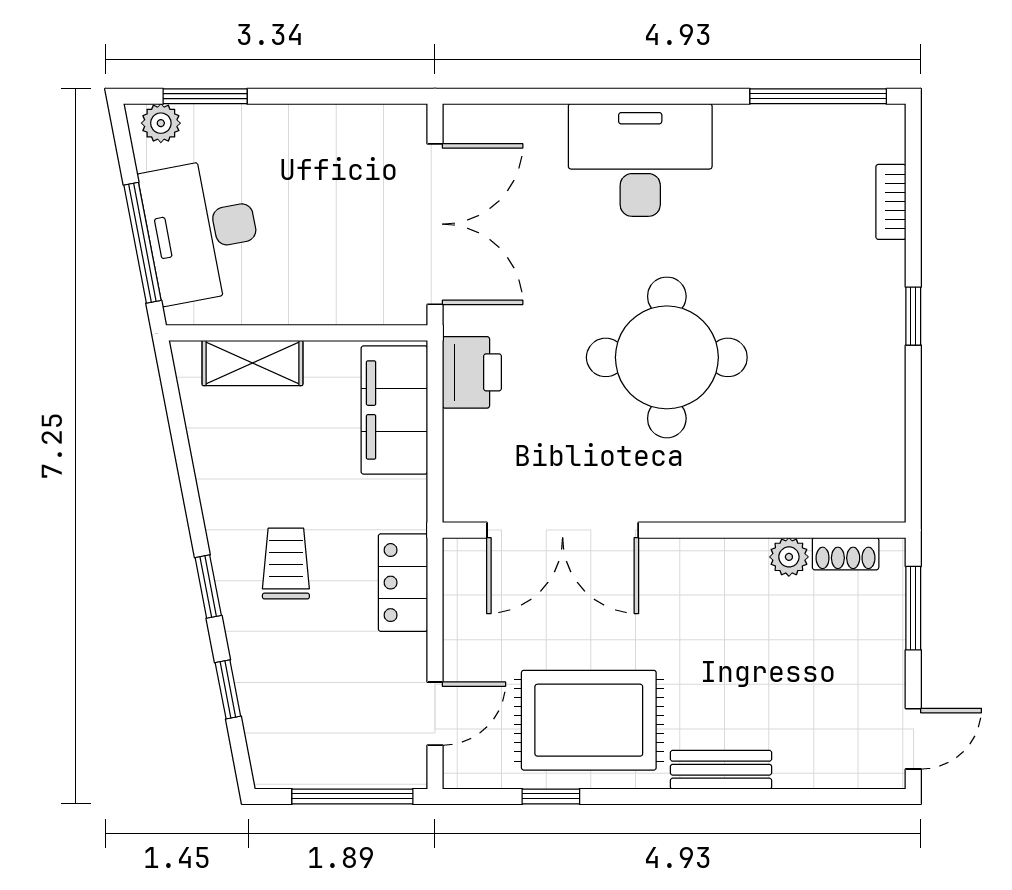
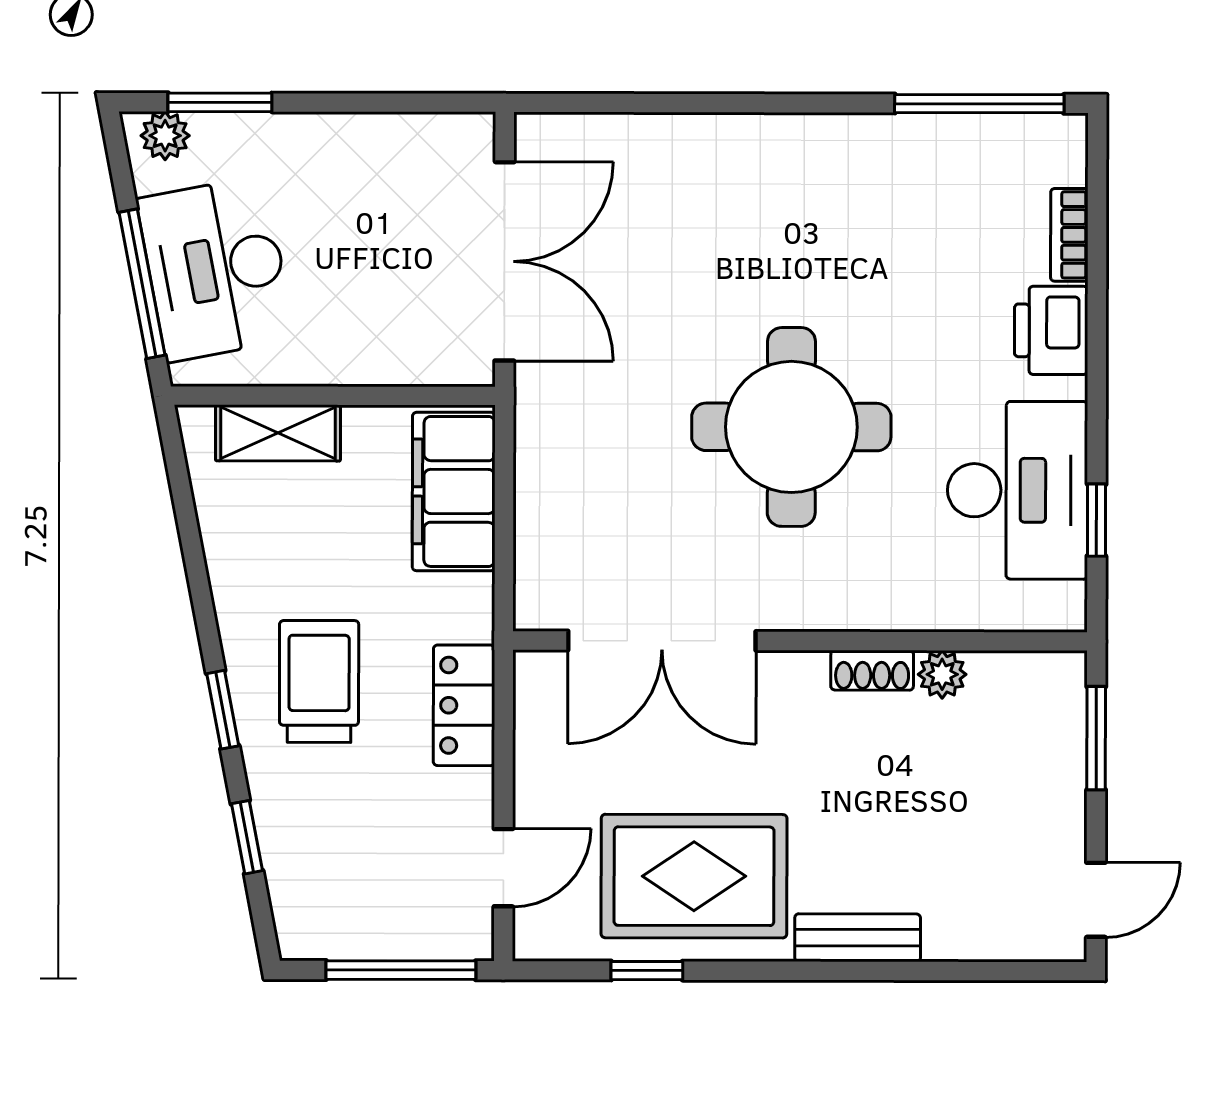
desk: (640, 160) -> (1018, 490), moved, turned 90
window: (913, 316) -> (1097, 520), moved
printer: (472, 372) -> (1051, 330), moved, turned 180
shoe rack: (846, 554) -> (872, 670), moved
trolley: (286, 564) -> (319, 681), width x1.36, depth x1.39

